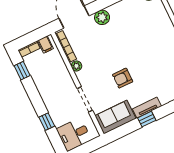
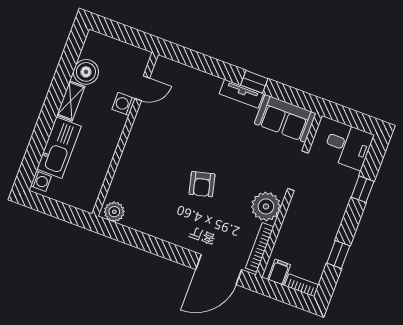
plant: (102, 17) -> (190, 238), removed
plant: (76, 66) -> (266, 206), width x1.88, depth x1.88
window: (22, 71) -> (338, 254), moved
armchair: (123, 78) -> (202, 184), moved, turned 76

